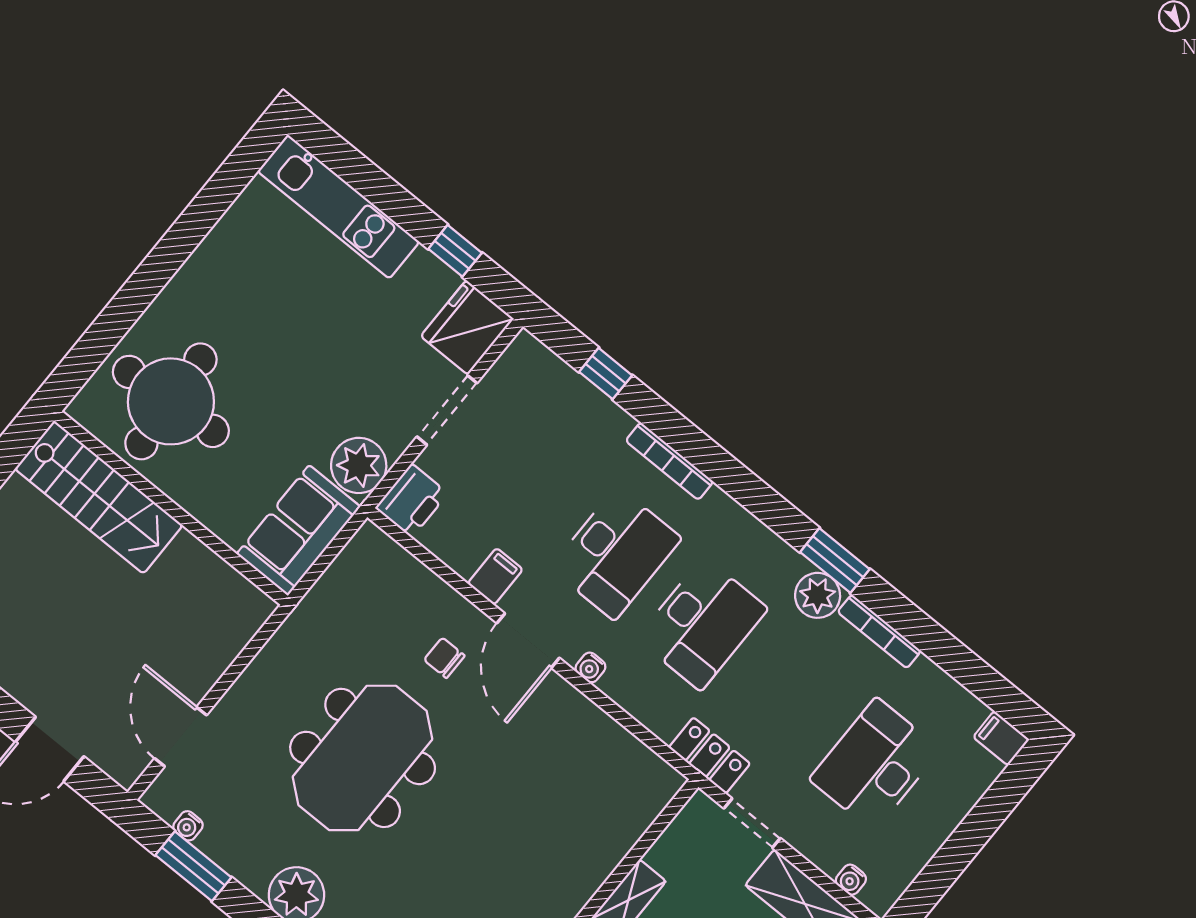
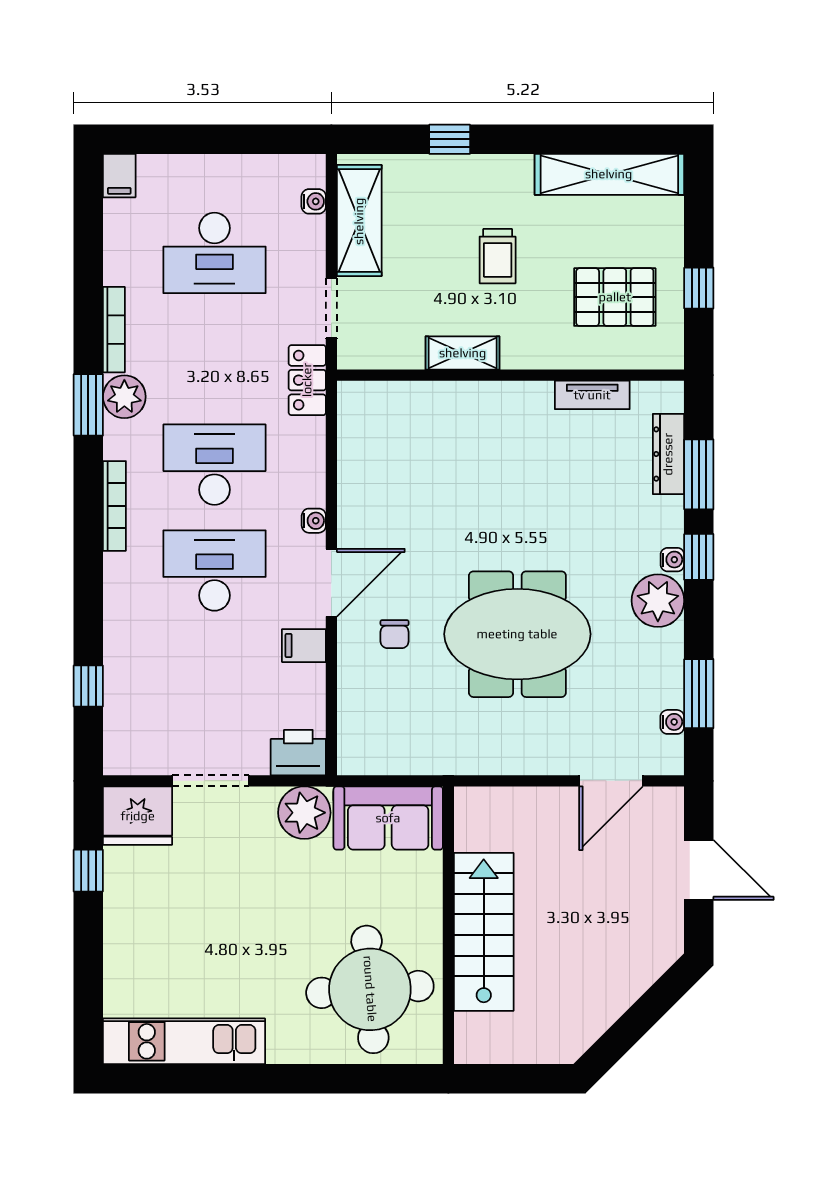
kitchen unit: (338, 207) -> (184, 1041), moved, turned -90
bookcase: (670, 461) -> (114, 506), moved
stairs: (99, 497) -> (484, 932), moved

